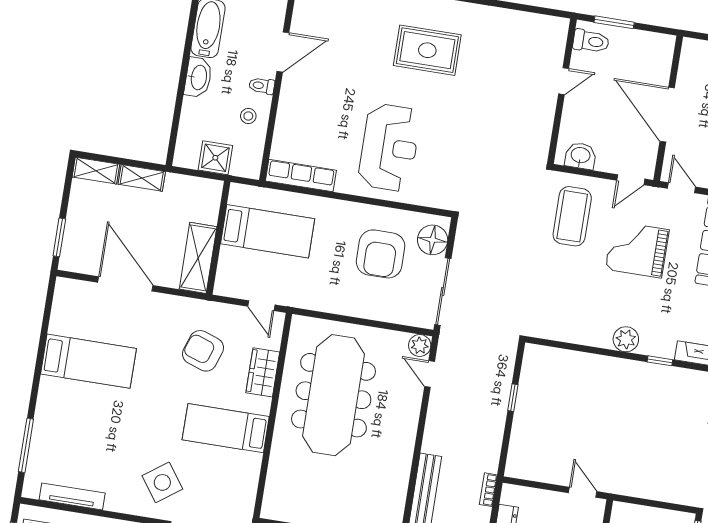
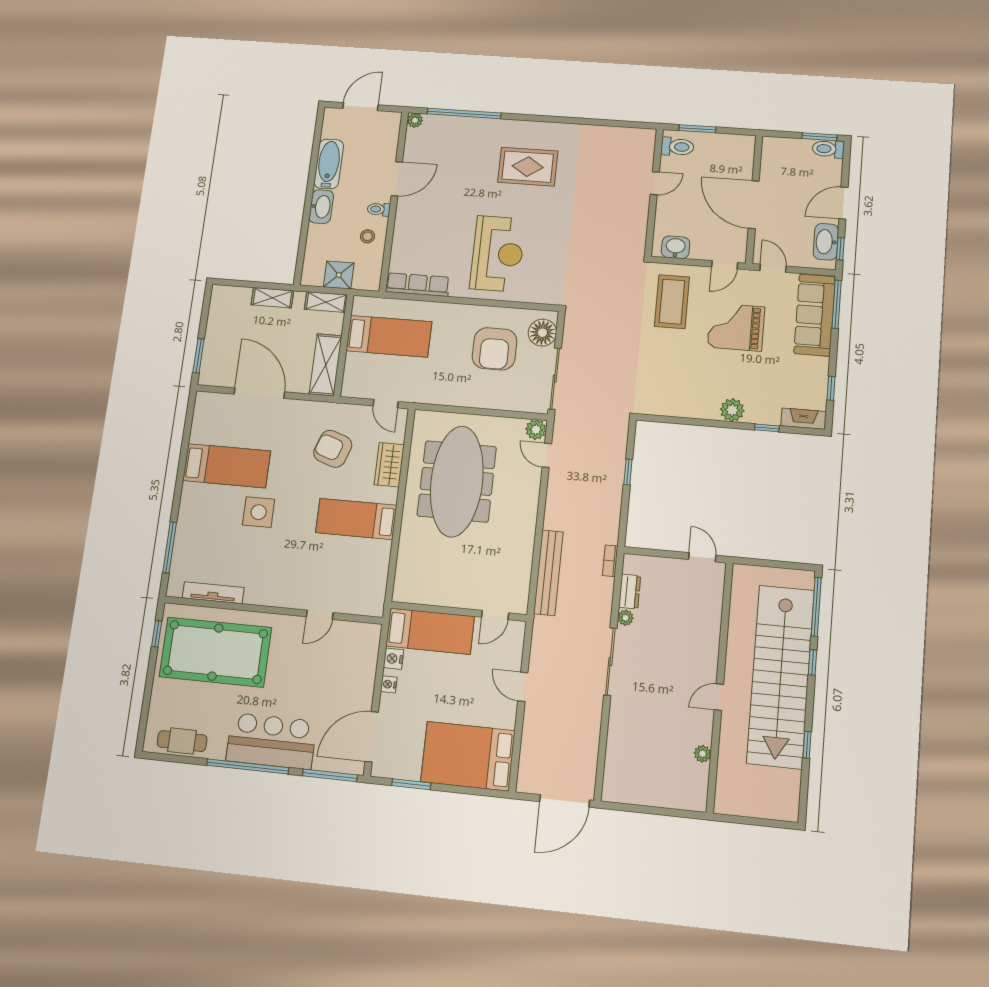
shelving: (96, 171) -> (326, 302), moved
side table: (162, 482) -> (259, 512), moved, turned 36

